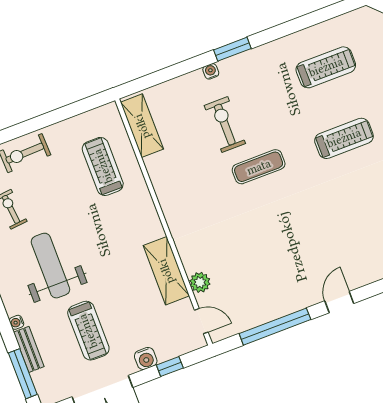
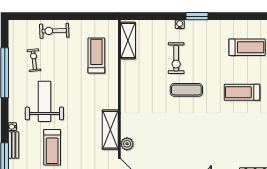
exercise bike: (225, 125) -> (176, 58), turned 180
treadmill: (344, 138) -> (242, 92), turned 180

